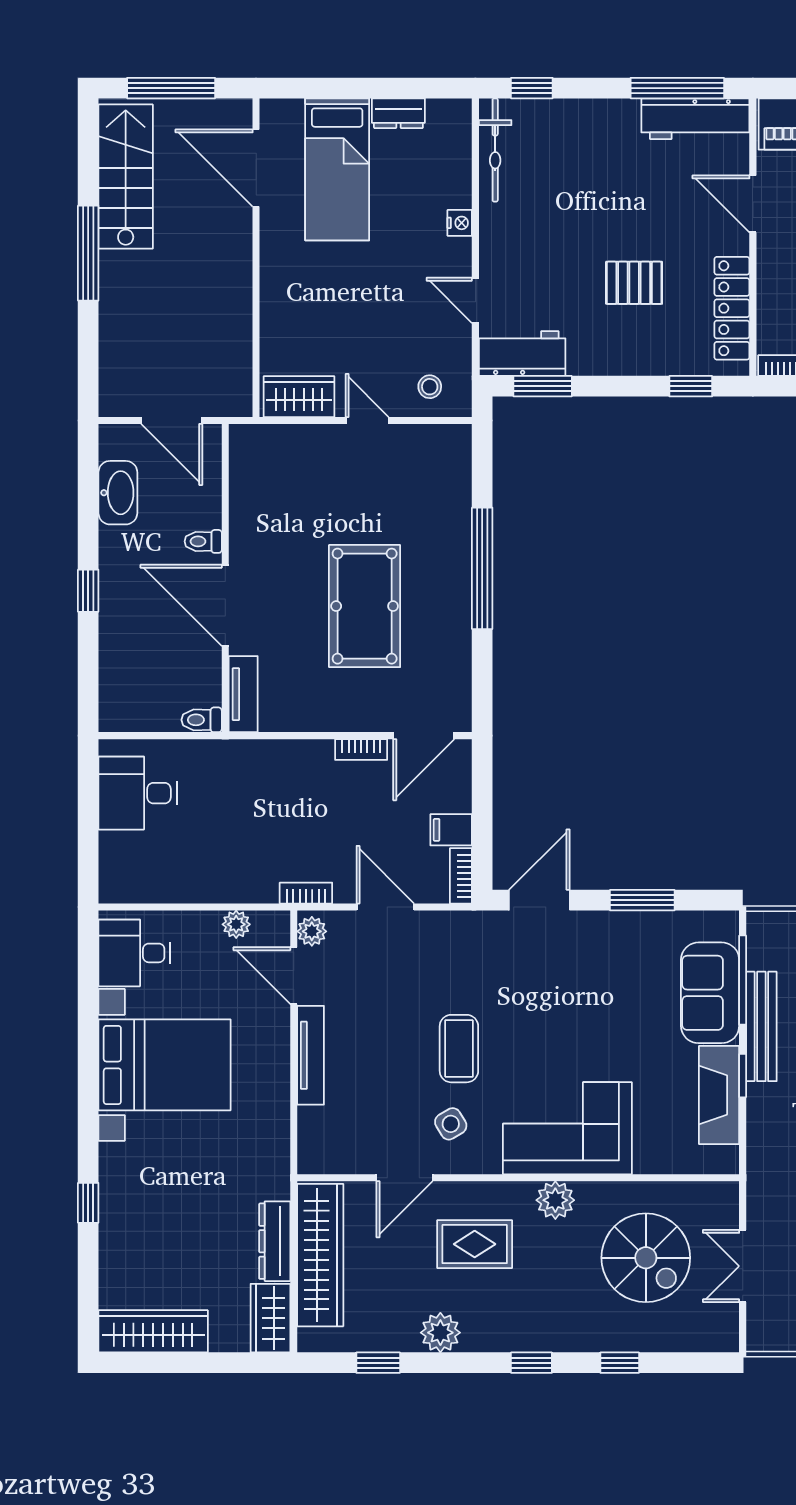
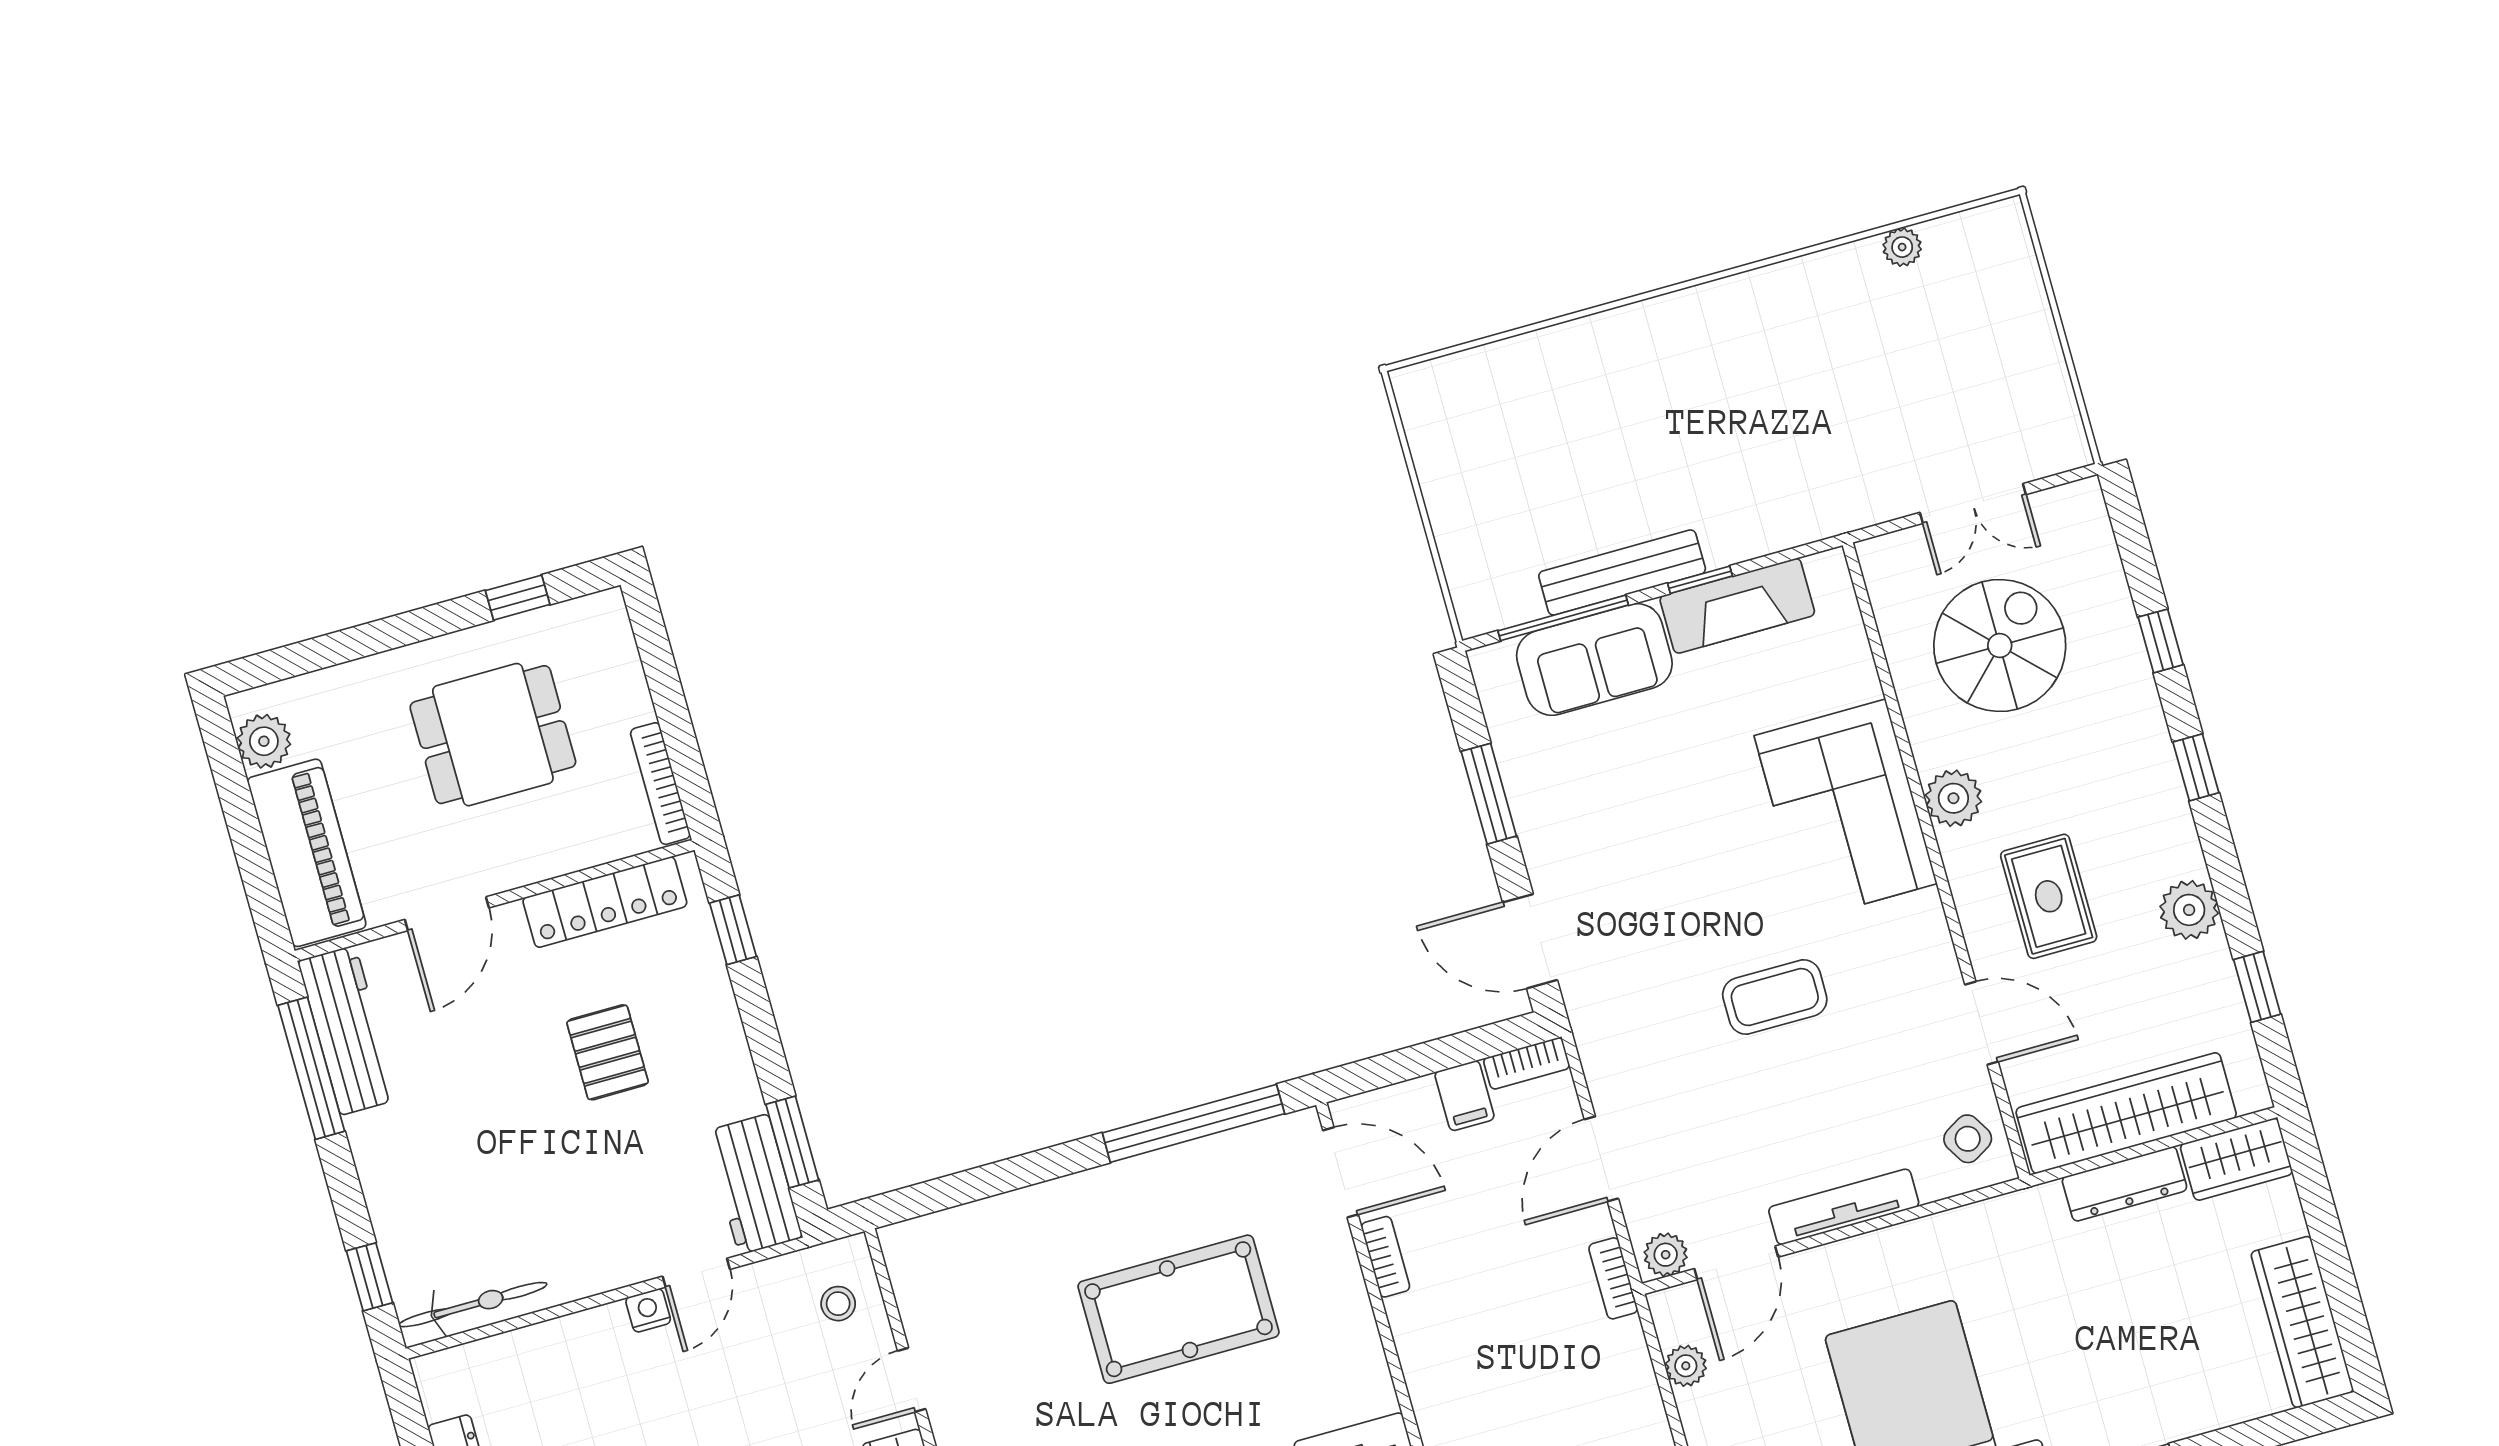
nightstand: (460, 223) -> (648, 1310), moved
window: (482, 568) -> (1193, 1123), moved
side table: (451, 1124) -> (1968, 1139), moved

